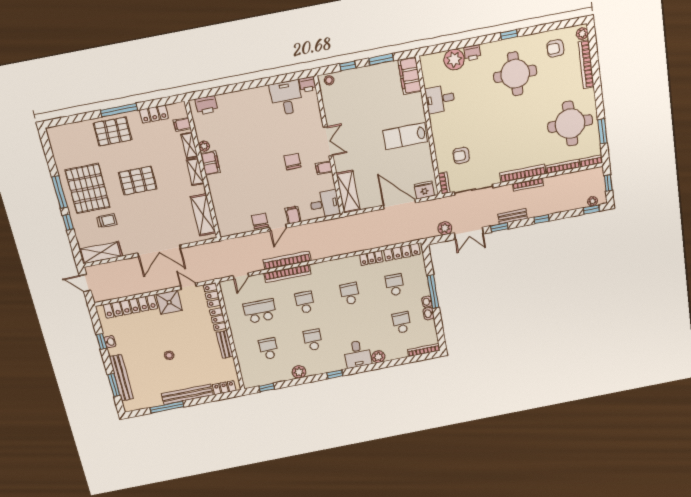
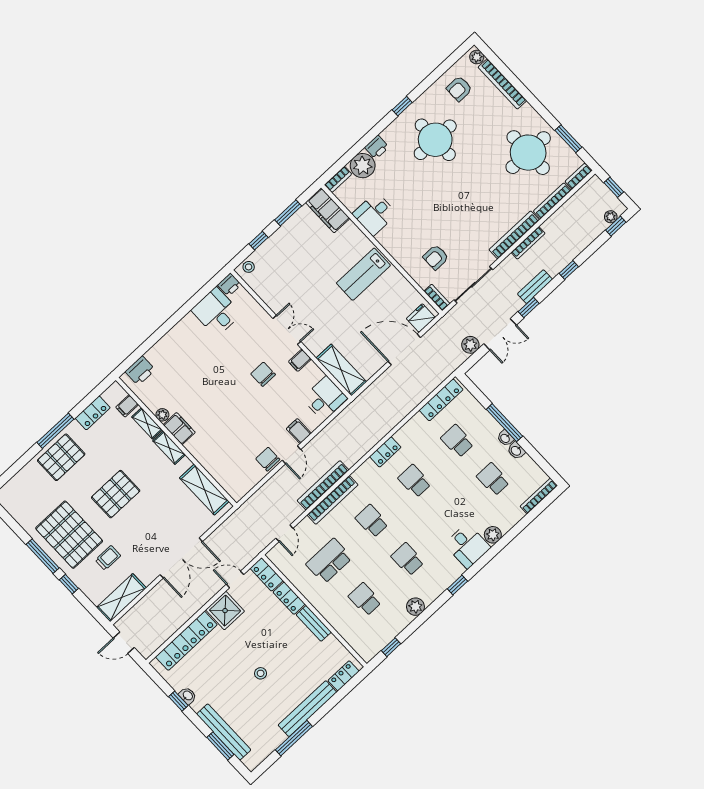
bookcase: (431, 58) -> (338, 179), added
locker: (371, 258) -> (385, 452), moved

